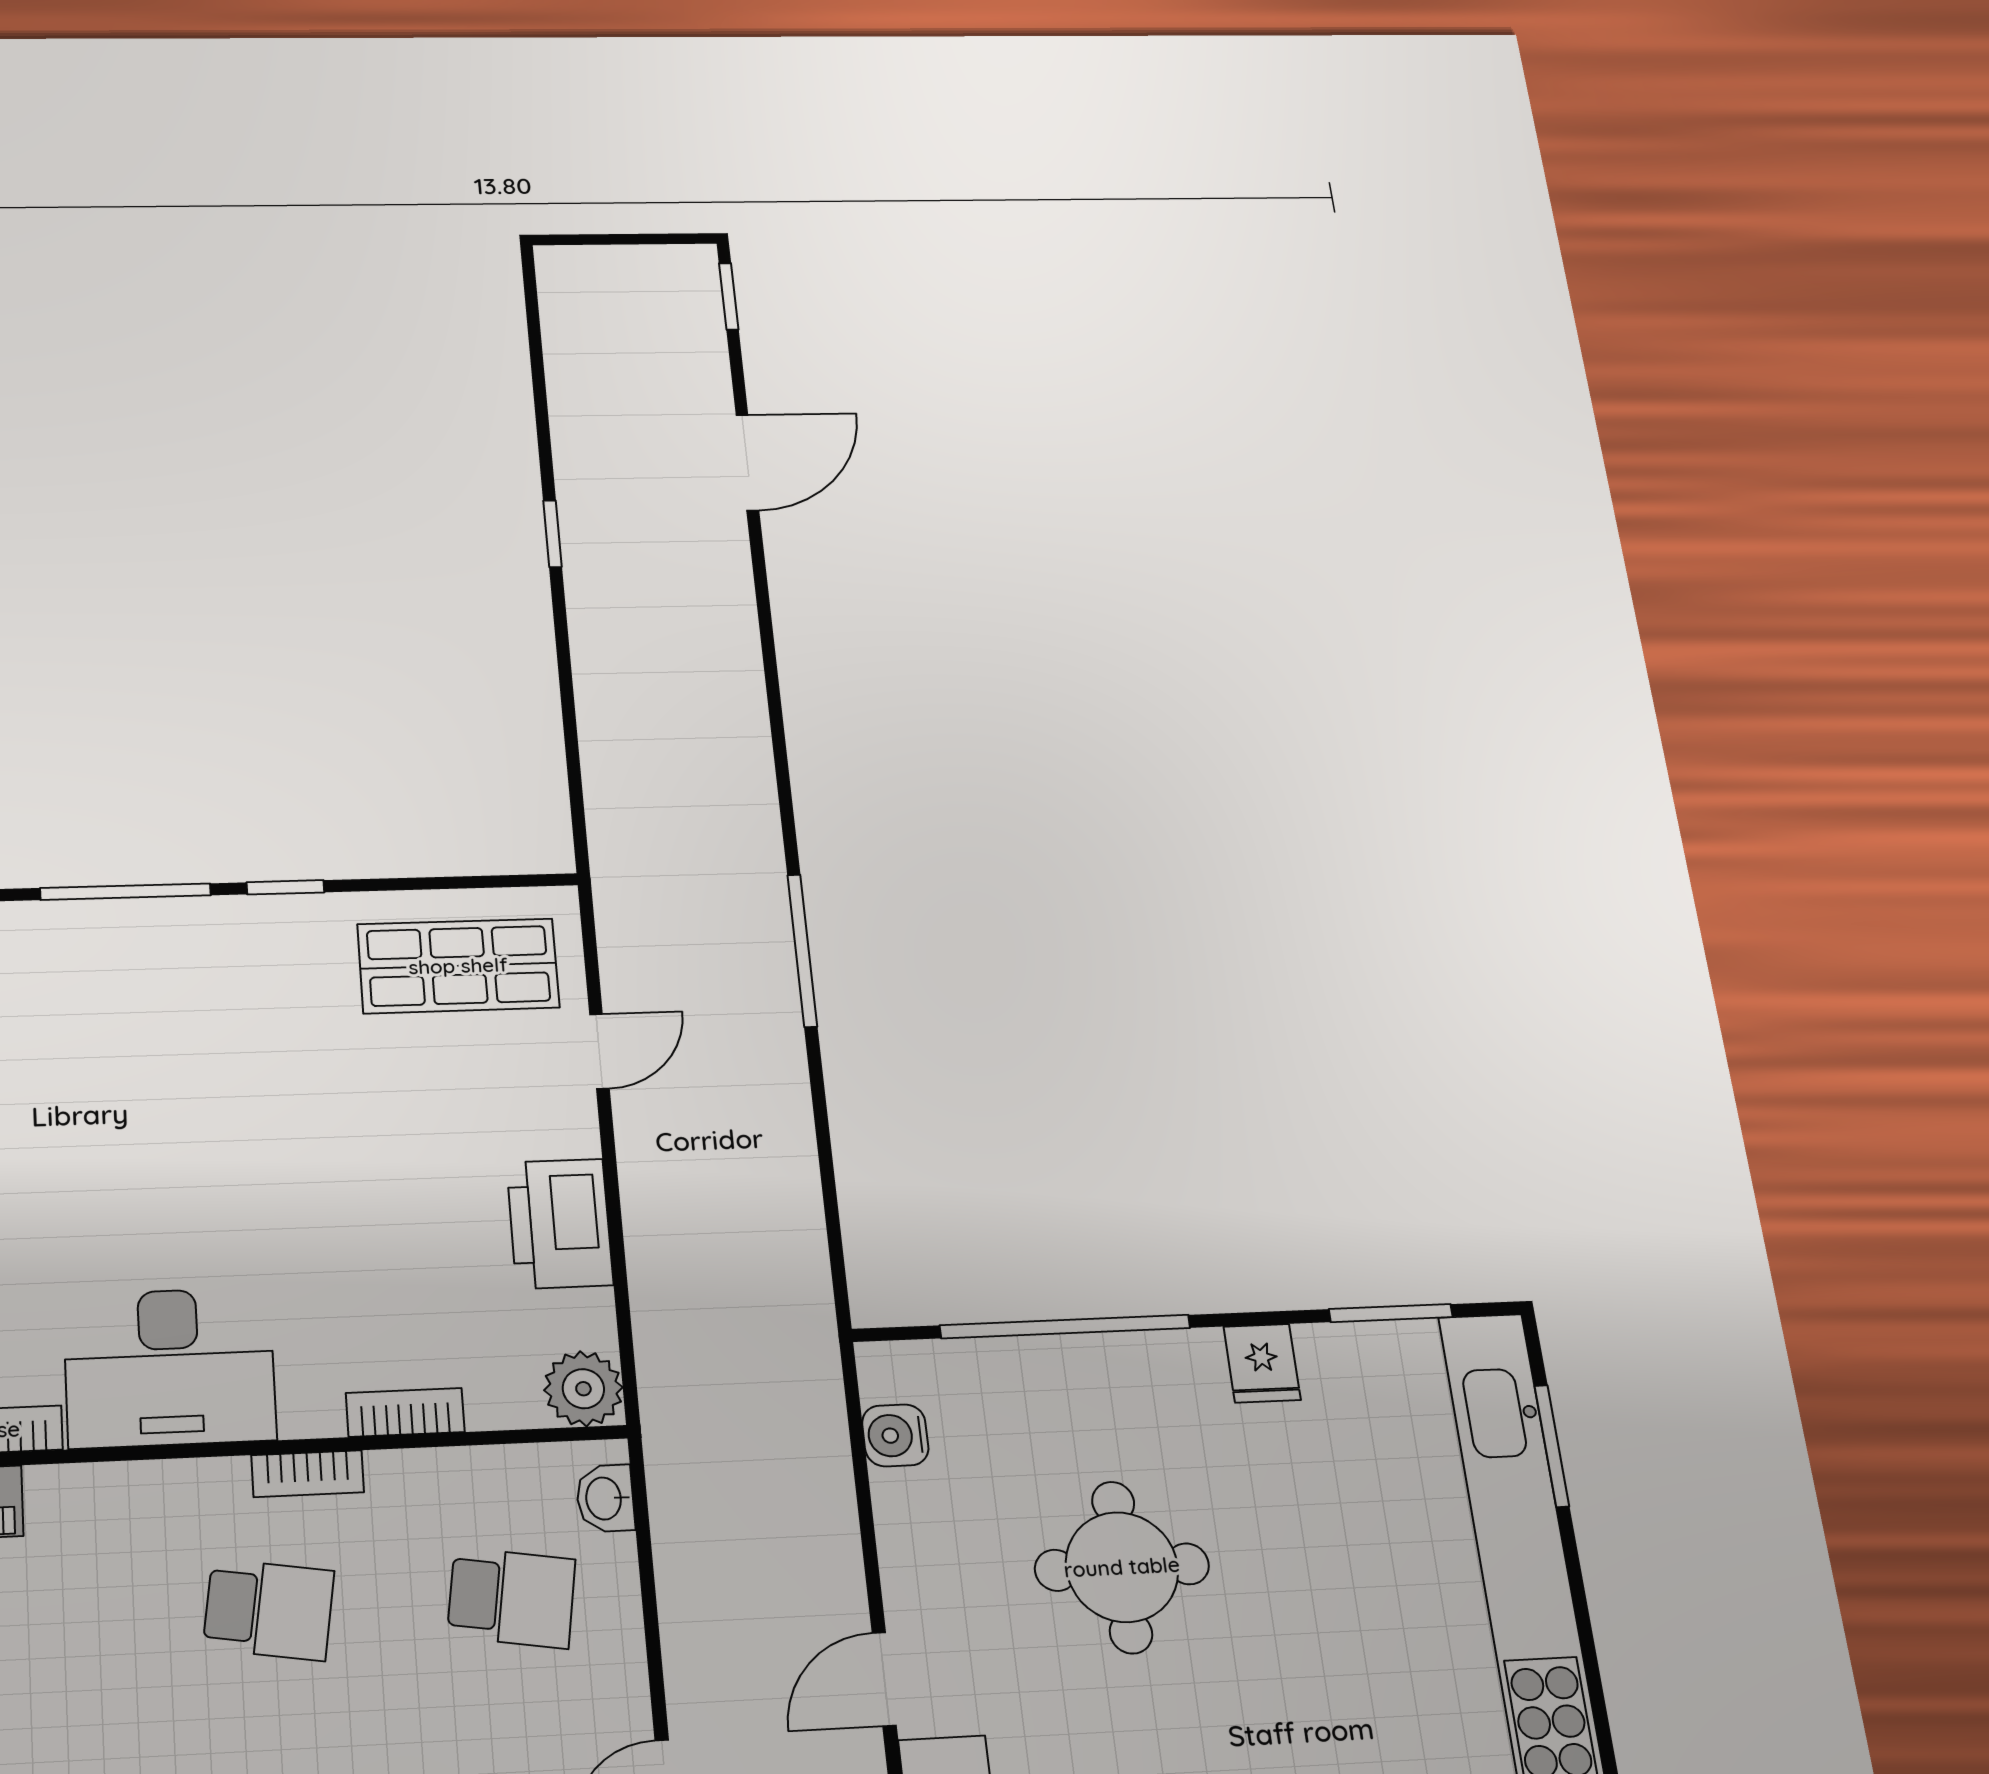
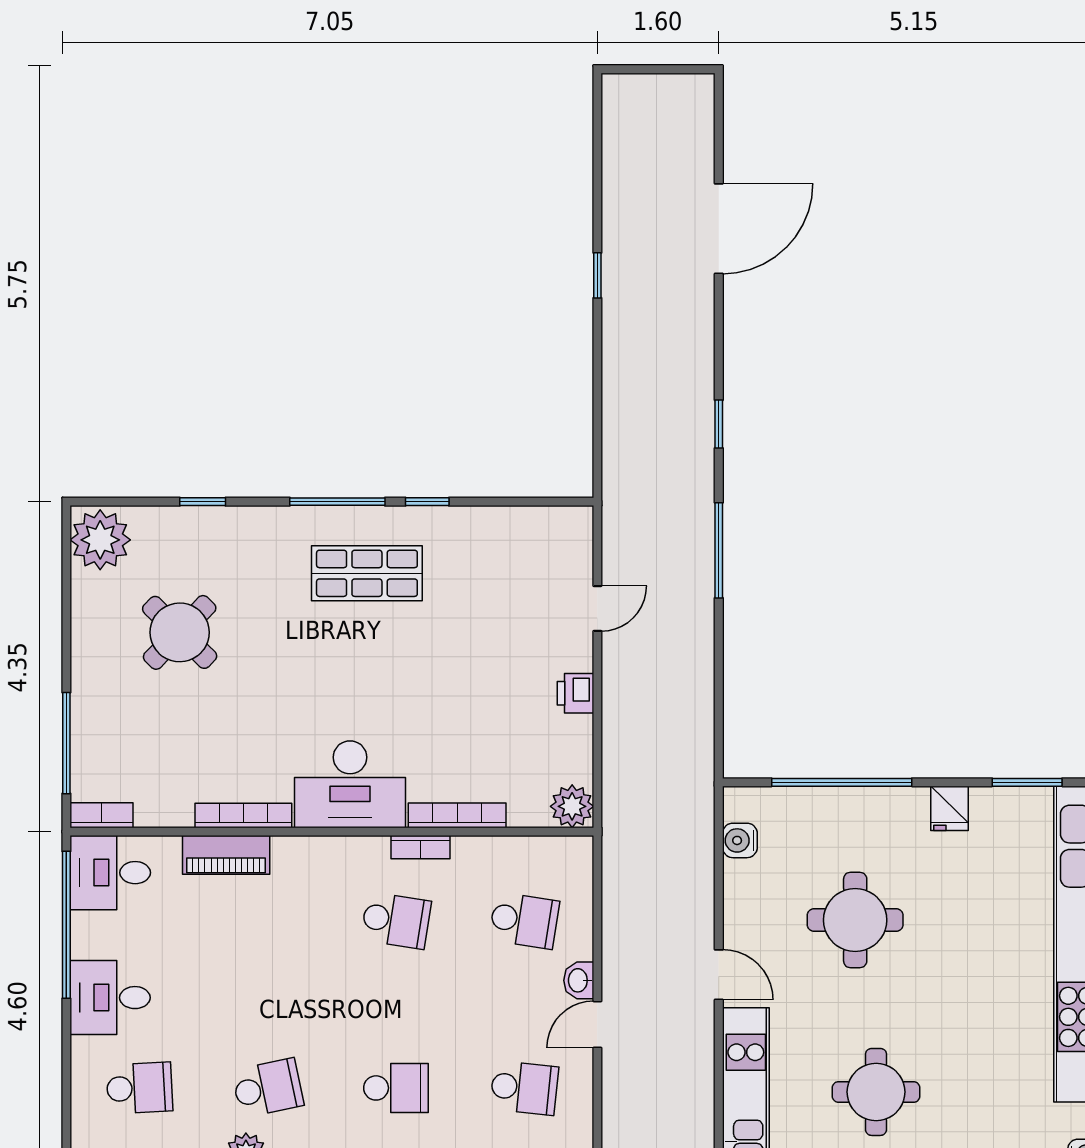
window: (729, 296) -> (719, 424), moved
door: (747, 462) -> (719, 229), width x1.36
shop shelf: (458, 966) -> (367, 573), moved
printer: (560, 1224) -> (575, 693), width x0.53, depth x0.68
bookcase: (405, 1412) -> (457, 815), width x1.56
washbasin: (605, 1498) -> (579, 980), moved
door: (884, 1679) -> (719, 975), swing flipped

